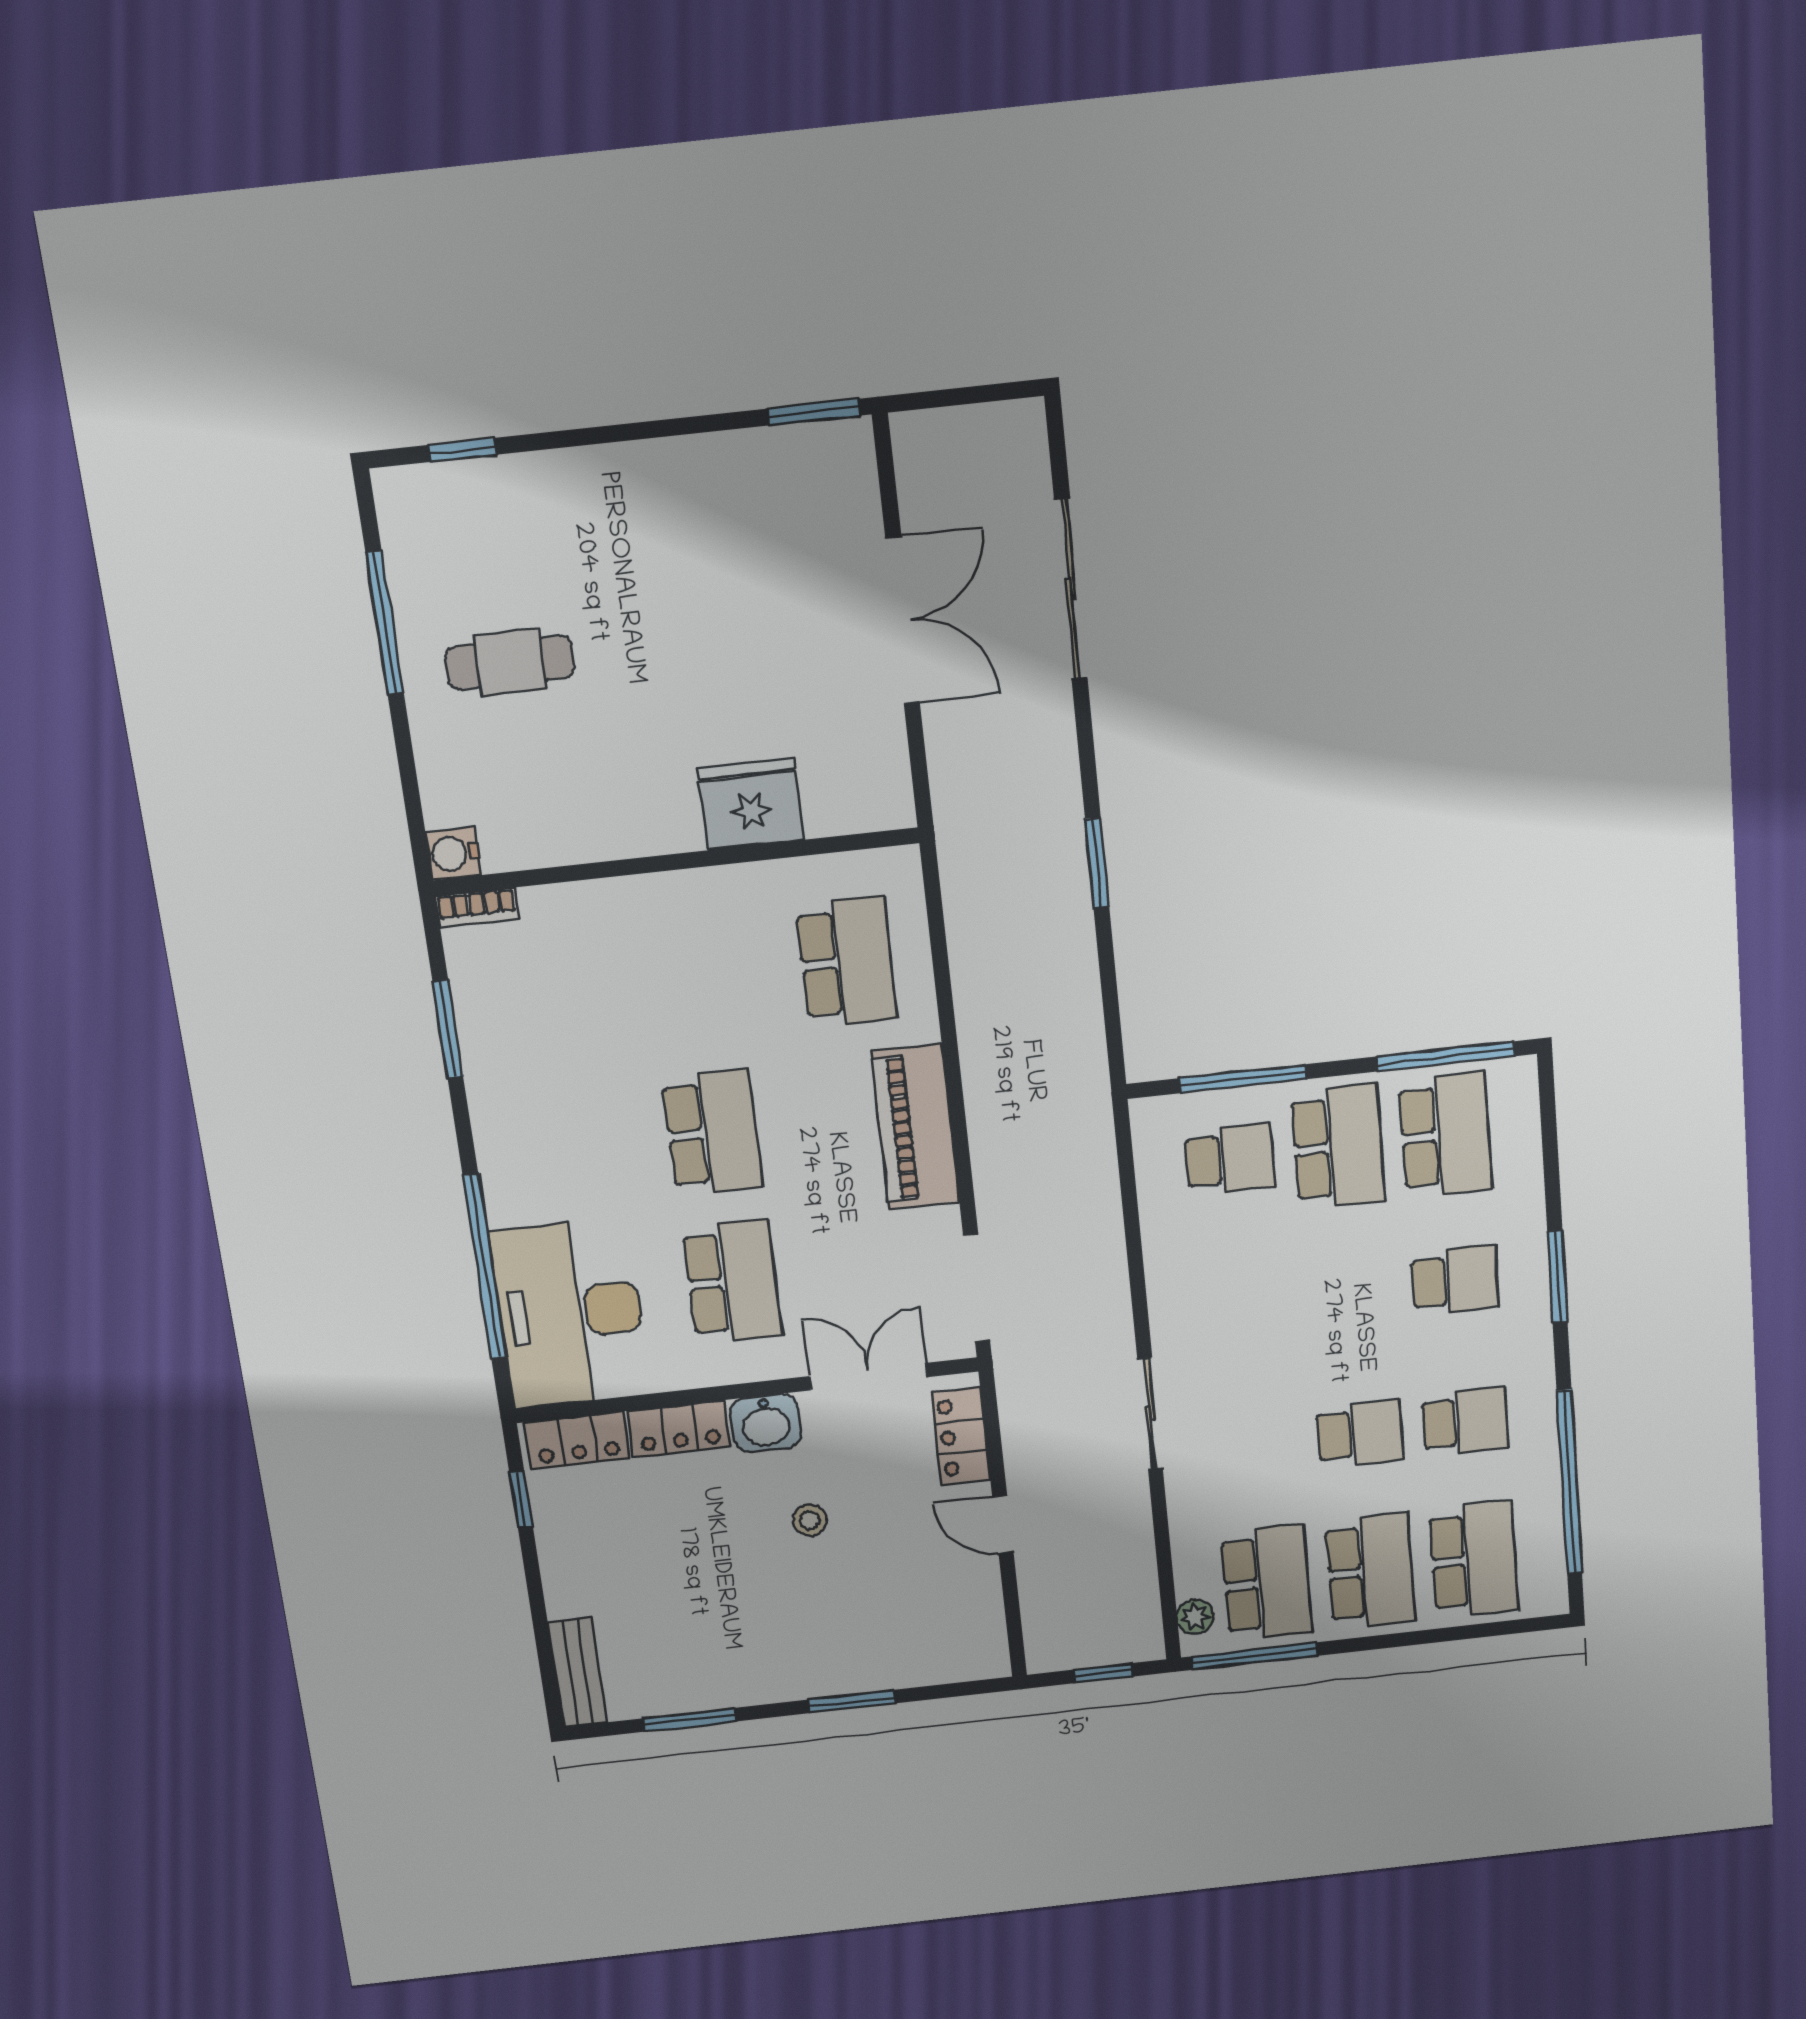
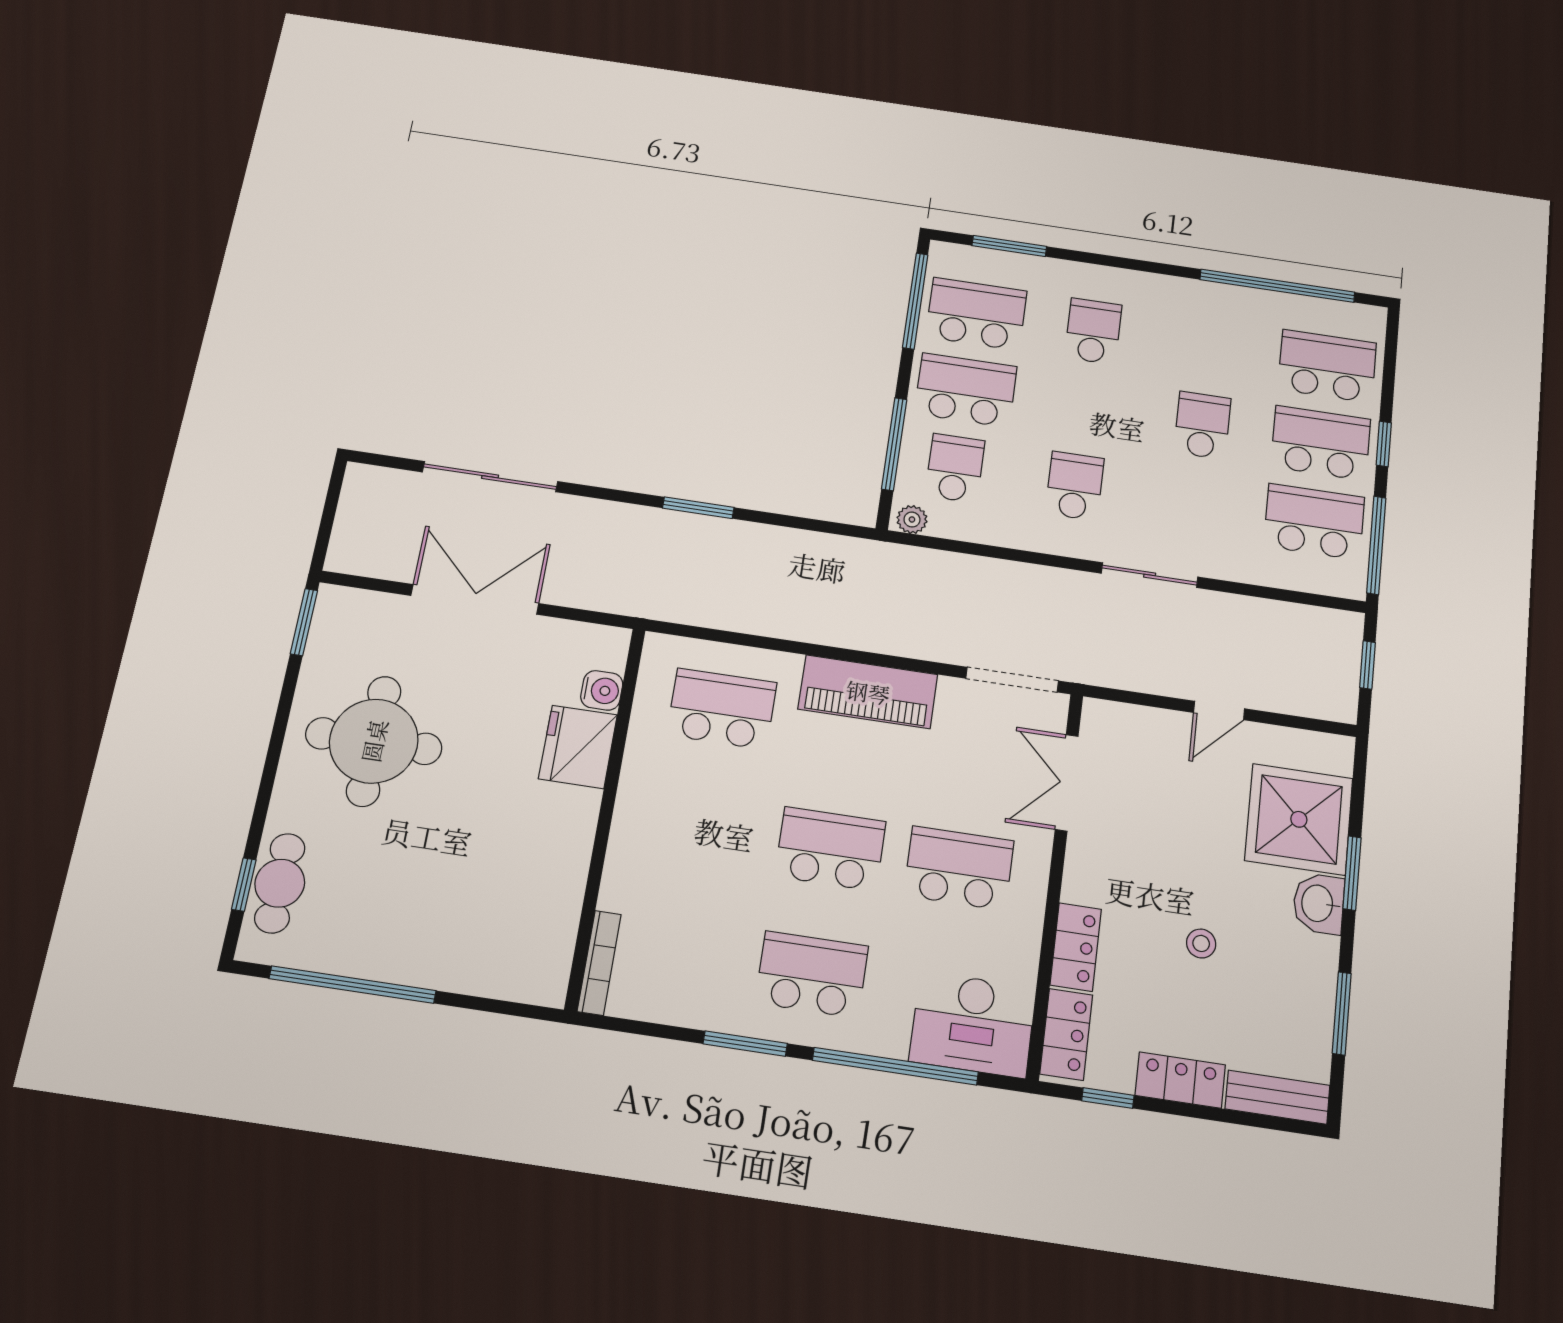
round table: (686, 552) -> (374, 741), added
window: (385, 623) -> (353, 985), width x1.46
cafe table: (510, 662) -> (280, 883), moved
water cooler: (453, 853) -> (602, 690), moved, turned -90
bookcase: (477, 908) -> (599, 963), width x1.56
window: (448, 1029) -> (745, 1044), moved
school desk: (560, 1149) -> (812, 974), added
window: (1557, 1277) -> (1009, 246), moved
desk: (570, 1313) -> (973, 1024), width x0.73, depth x0.77
school desk: (1465, 1422) -> (1075, 486), moved
washbasin: (766, 1423) -> (1319, 903), moved, turned 180
locker: (961, 1437) -> (1180, 1080), moved, turned 180
stool: (810, 1520) -> (1201, 943), moved
plant: (1195, 1617) -> (912, 520), moved
shower: (898, 1635) -> (1299, 819), added
window: (1387, 1641) -> (1384, 444), added

